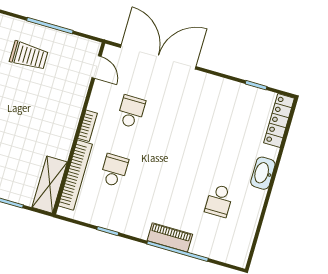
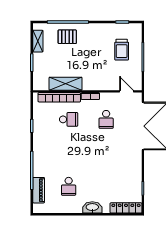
door: (97, 67) -> (126, 91), swing flipped
school desk: (131, 112) -> (106, 119), turned 90
shelving: (50, 185) -> (66, 84), moved
school desk: (219, 201) -> (69, 186), turned -90
piano: (170, 237) -> (39, 190), moved

